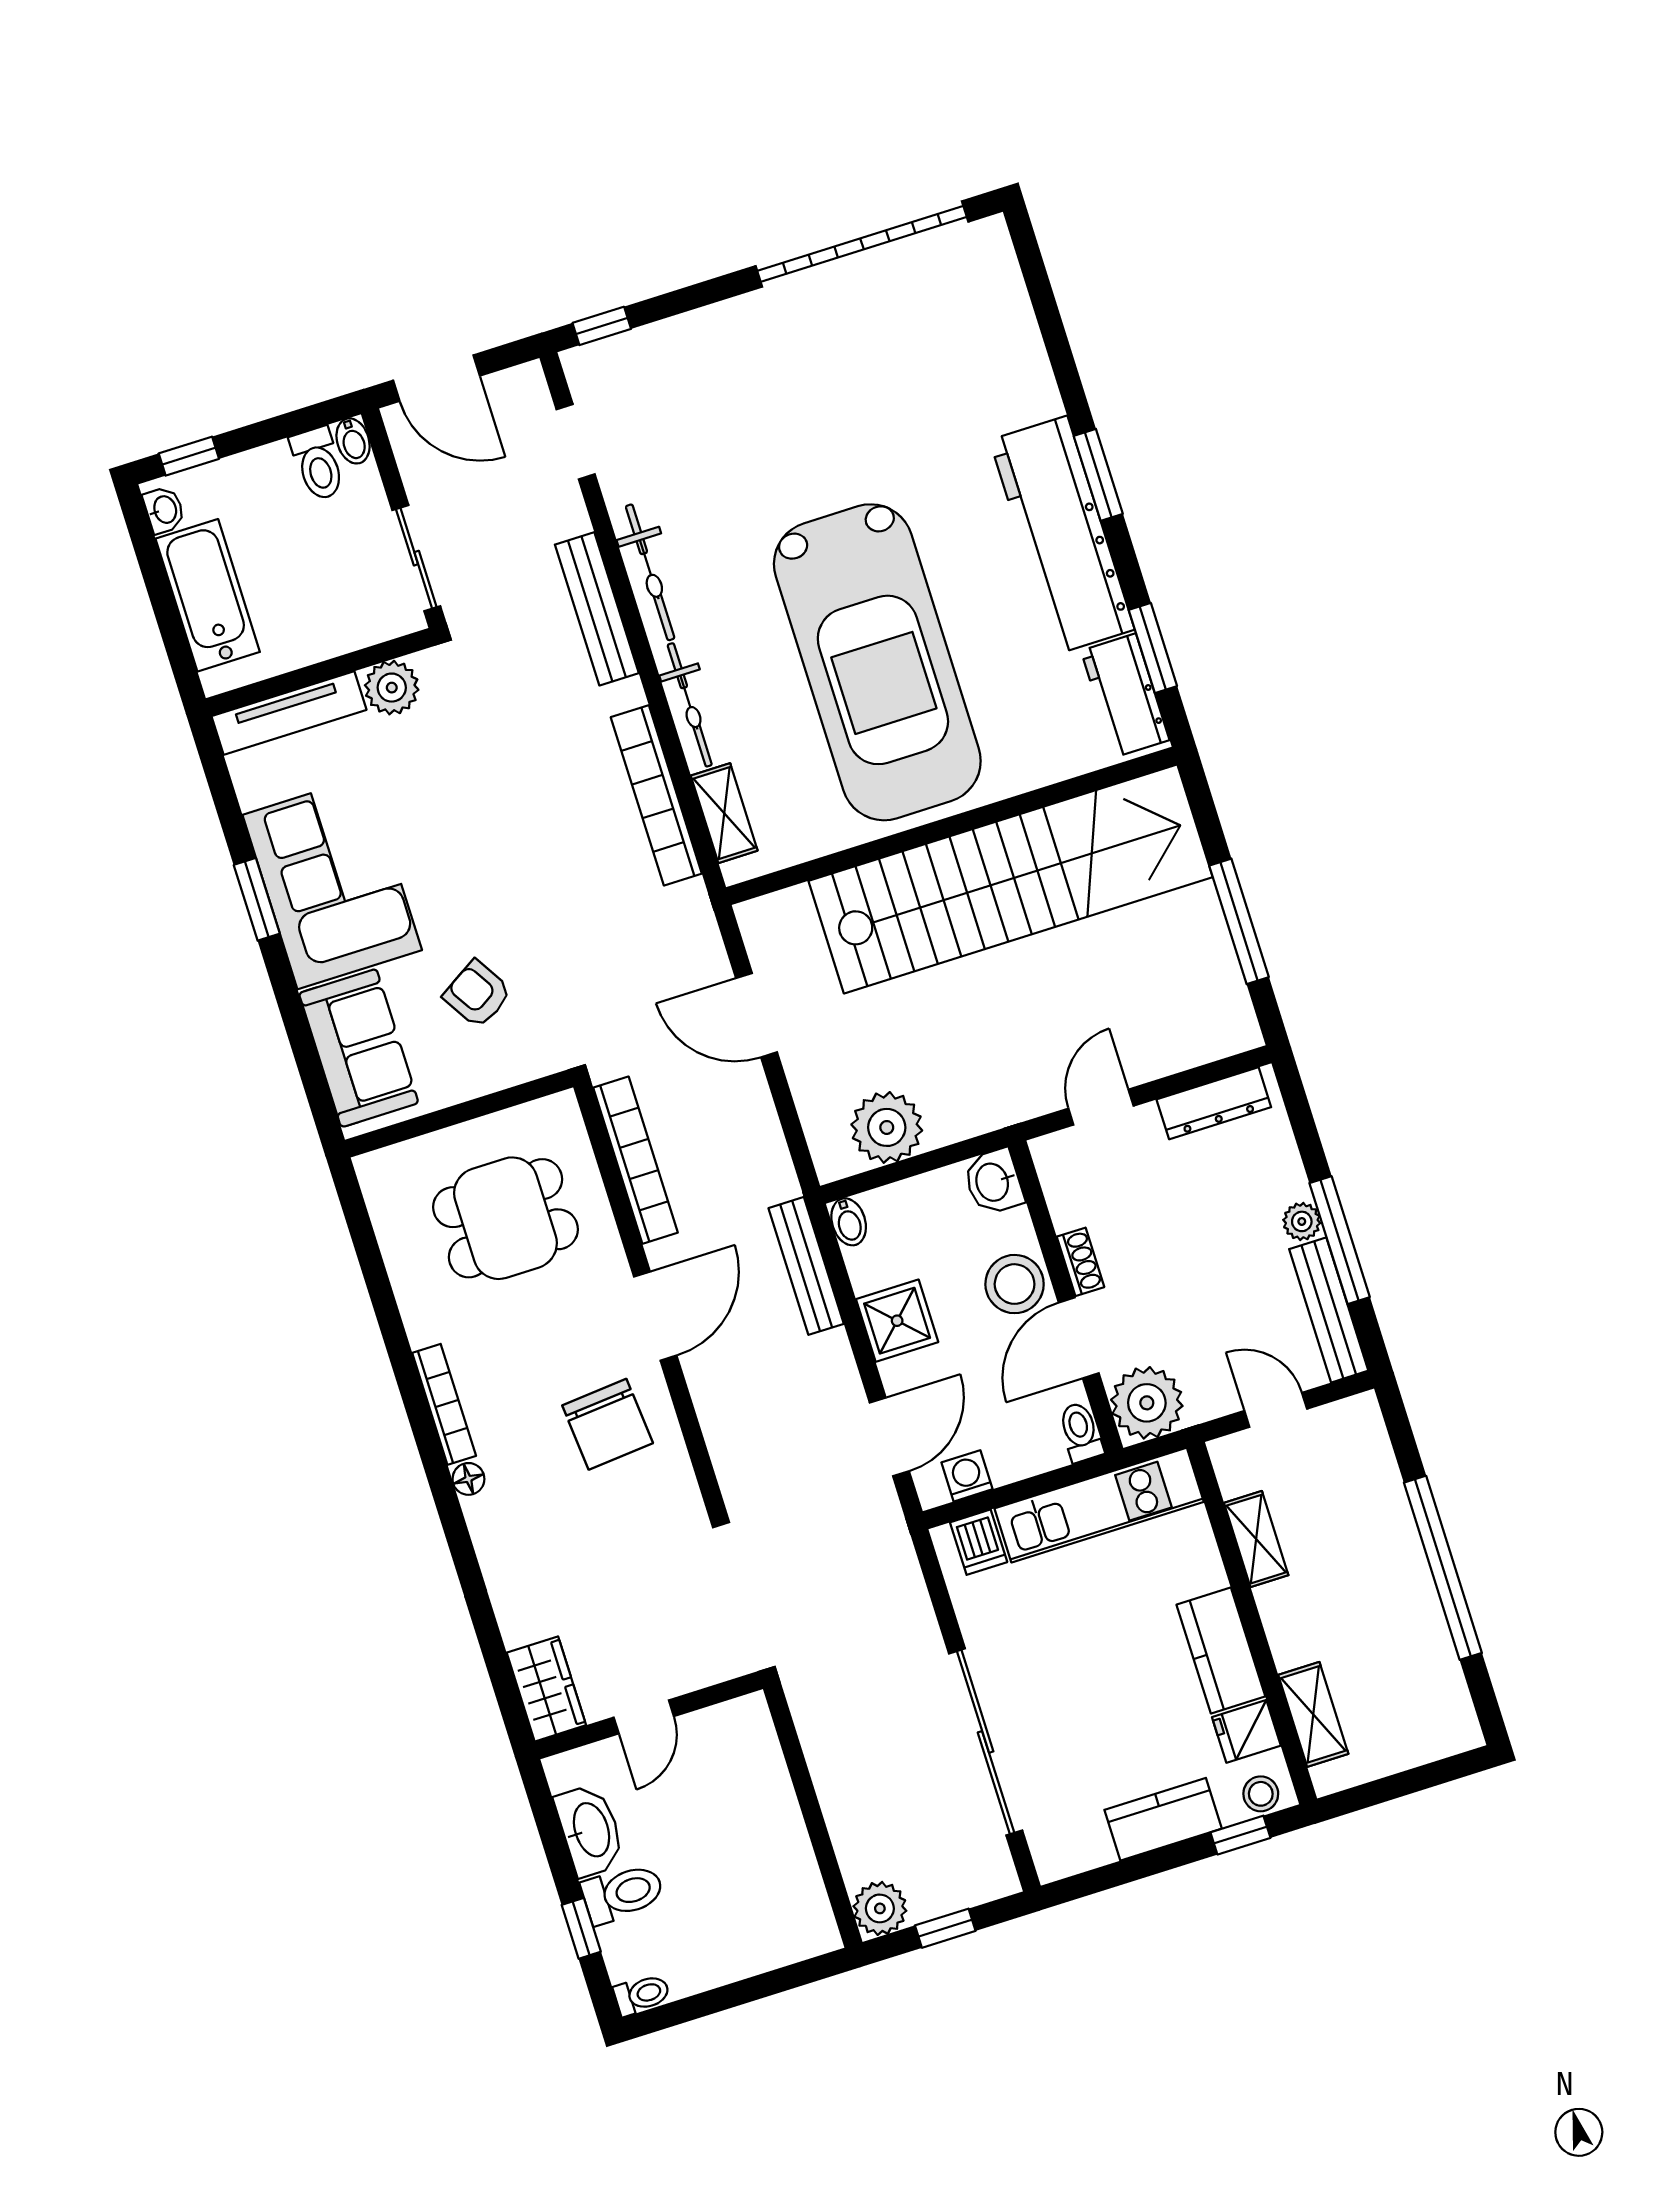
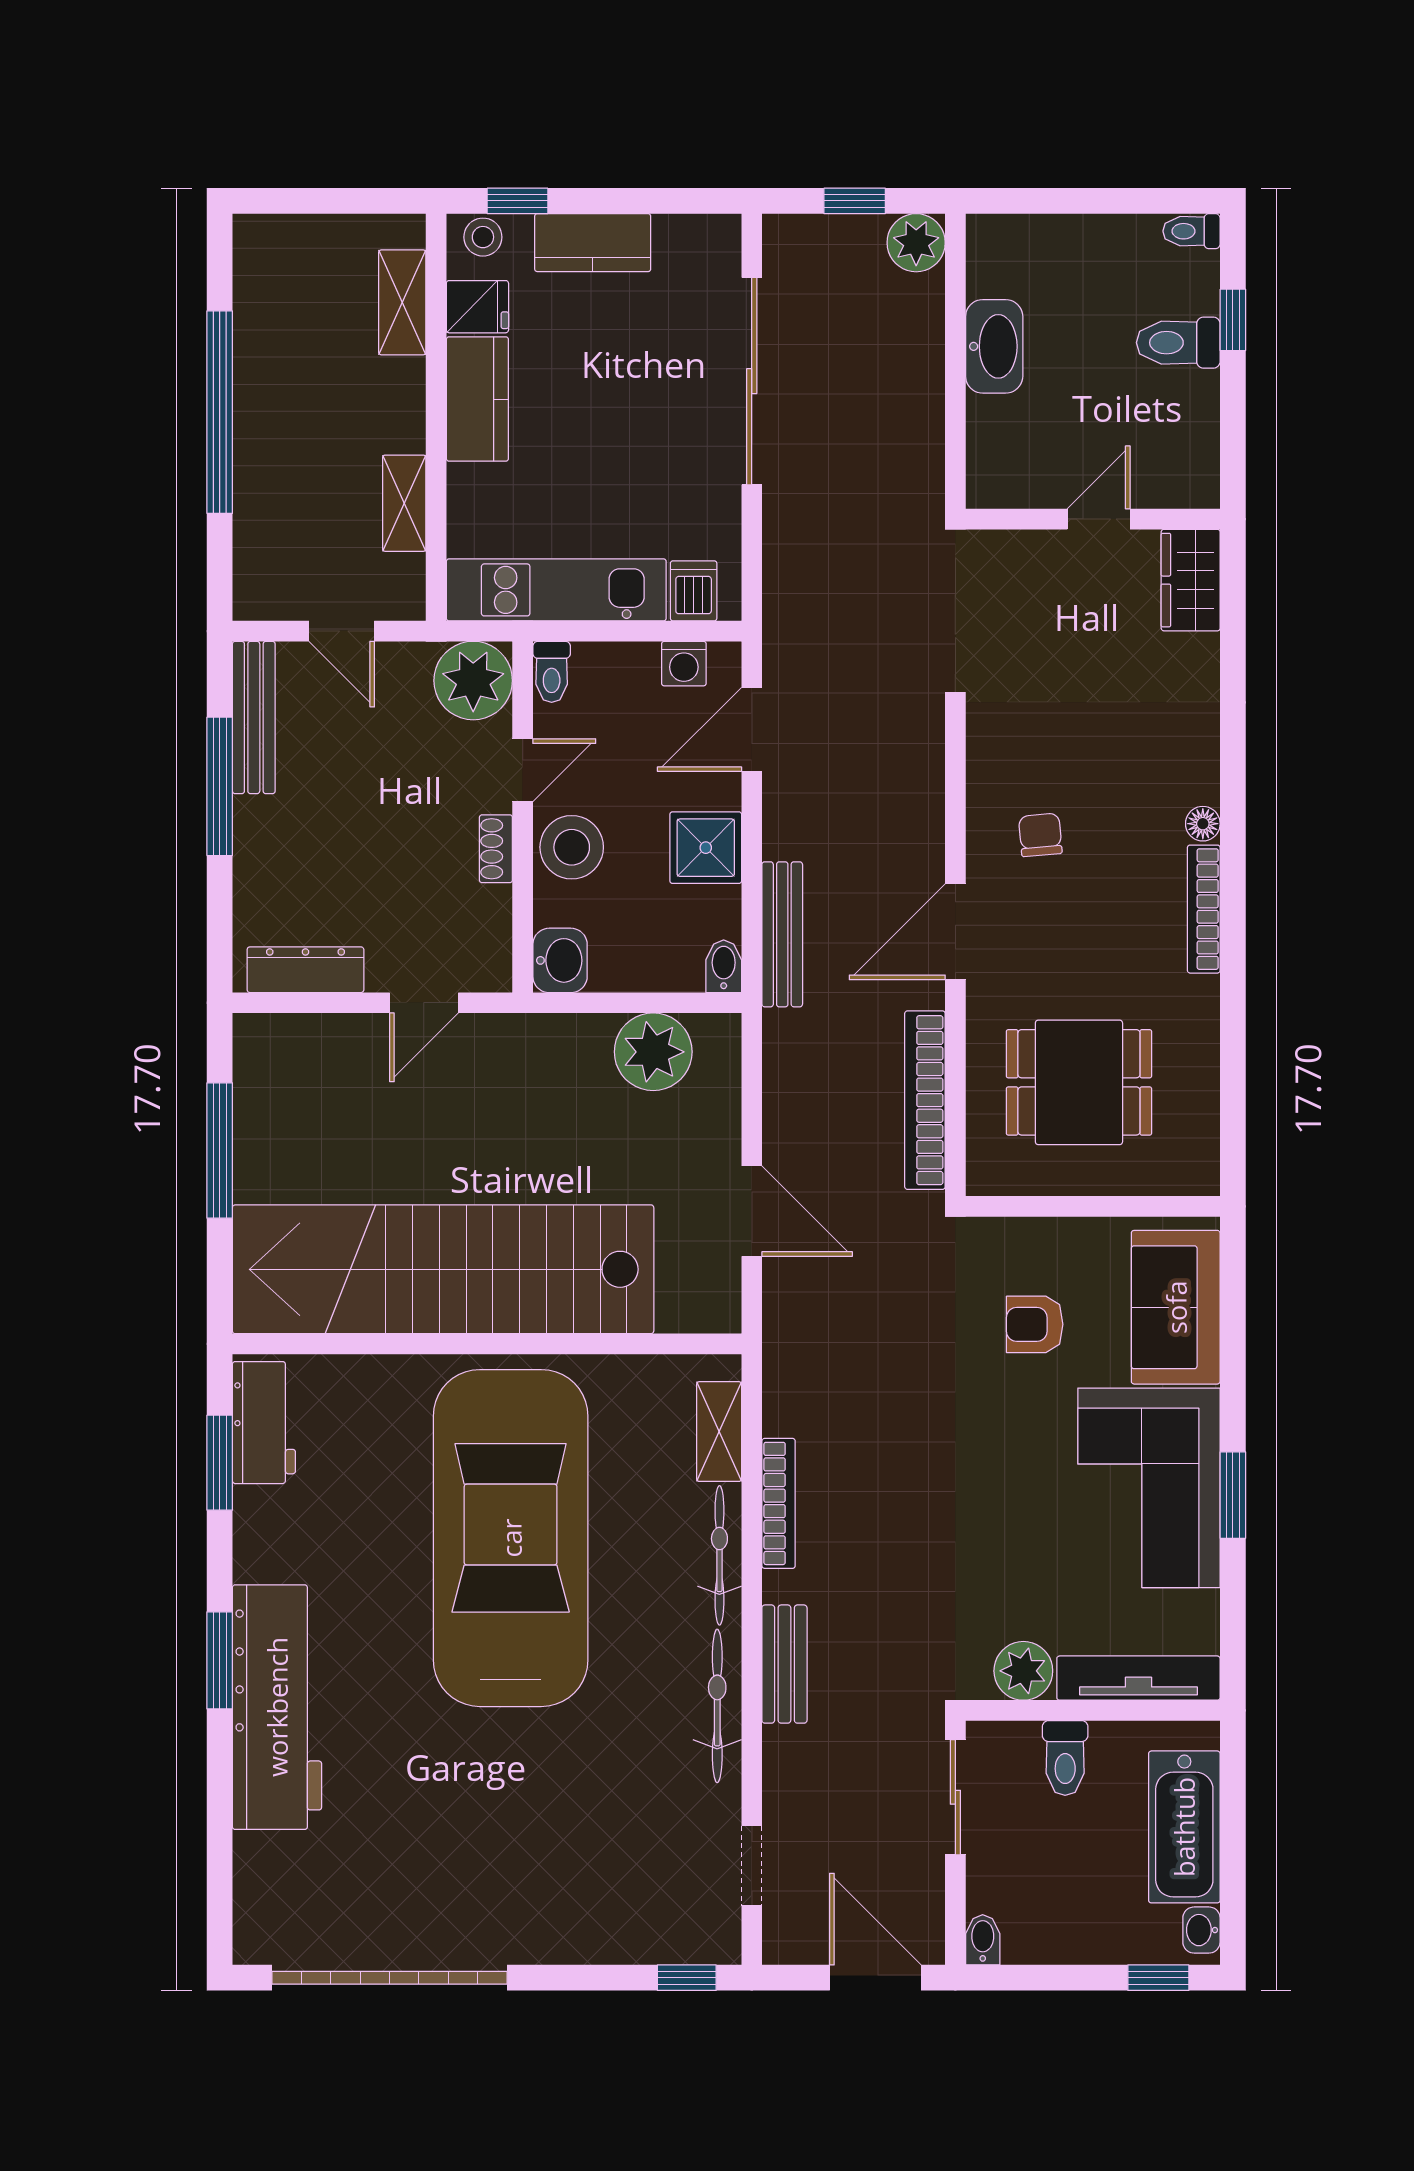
toilet: (318, 464) -> (1065, 1758), moved, turned 180
workbench: (1062, 535) -> (277, 1707), moved
bench: (597, 609) -> (784, 1664), width x0.73
bookcase: (656, 795) -> (779, 1503), width x0.68, depth x0.76
armchair: (477, 994) -> (1035, 1324), turned 122
plant: (1302, 1221) -> (253, 818), removed
door: (1079, 1338) -> (523, 770), width x0.73
chair: (608, 1424) -> (1040, 835), width x0.54, depth x0.54
washbasin: (590, 1830) -> (994, 346), moved, turned 180

